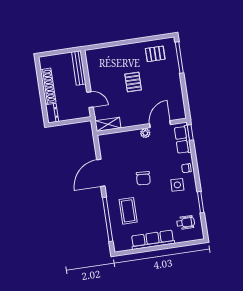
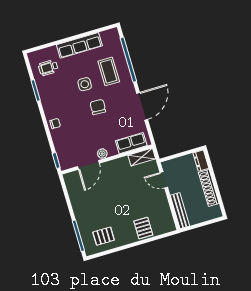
pallet: (133, 82) -> (143, 228), moved
row of seats: (183, 140) -> (131, 143), moved, turned -90
side table: (177, 185) -> (85, 84), moved

